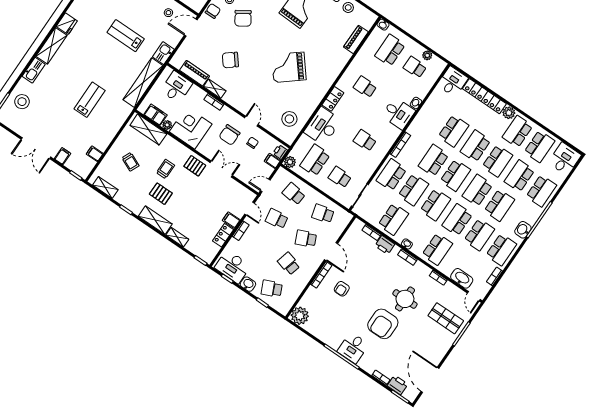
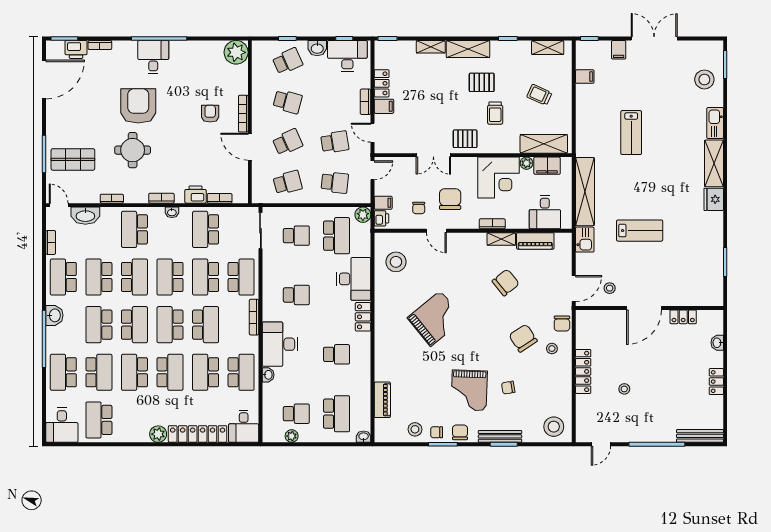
desk: (398, 113) -> (280, 344), width x1.37
school desk: (518, 131) -> (241, 372), moved
door: (430, 380) -> (44, 80), hinge flipped

